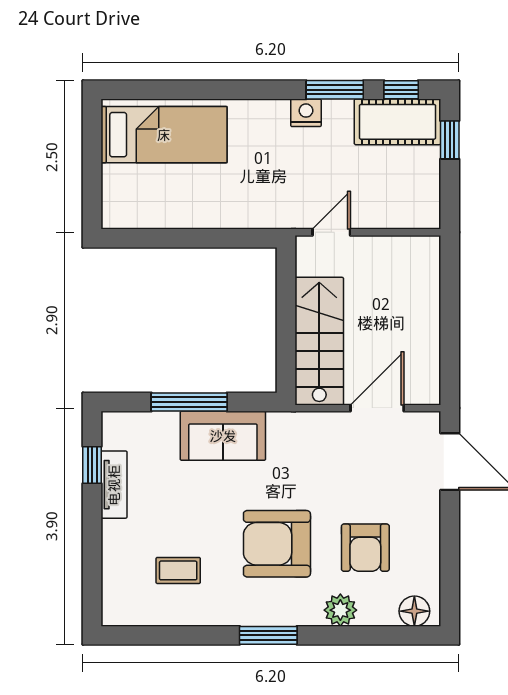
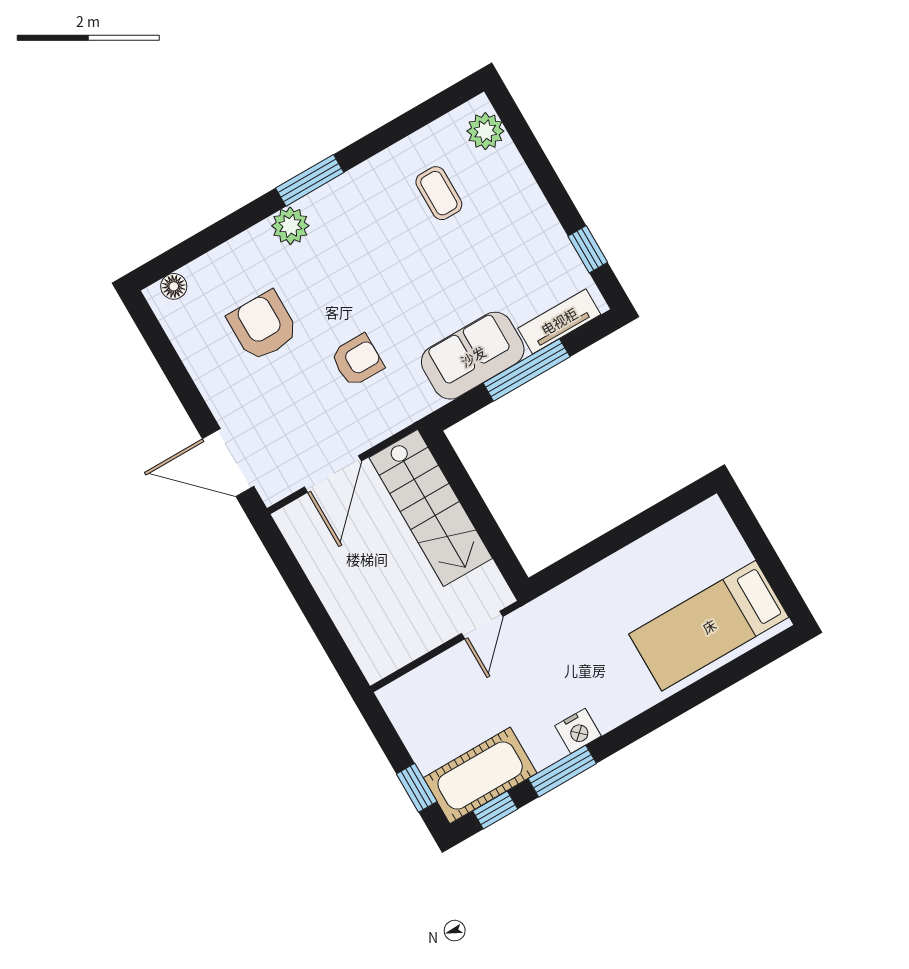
tv unit: (114, 485) -> (559, 321), moved, turned 90
armchair: (277, 544) -> (357, 360), moved, width x0.53, depth x0.53
coffee table: (178, 570) -> (439, 193), turned 90
plant: (117, 596) -> (485, 131), added
plant: (340, 610) -> (290, 226), moved
floor lamp: (414, 611) -> (174, 286), width x0.73, depth x0.73

